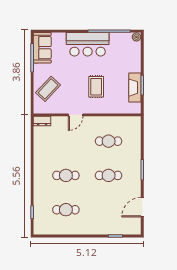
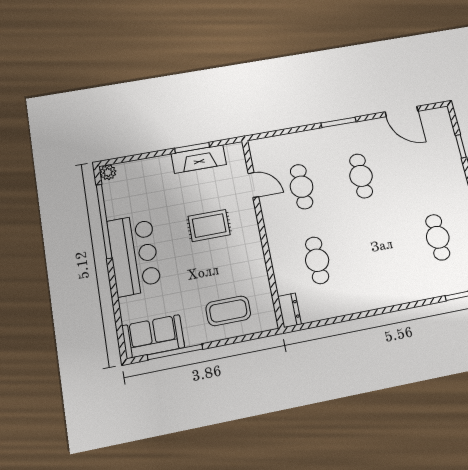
coffee table: (48, 89) -> (228, 311), turned -43
door: (76, 115) -> (253, 185), moved
cafe table: (66, 175) -> (317, 260), moved

